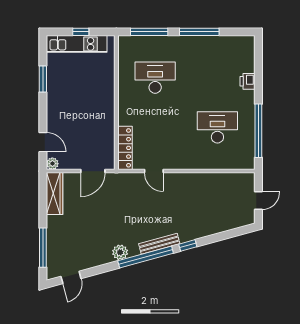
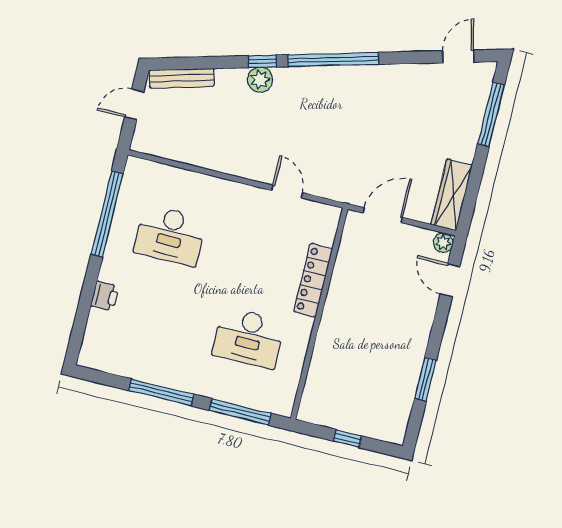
kitchen unit: (77, 44) -> (359, 421), removed
locker: (125, 148) -> (313, 280), moved
bench: (159, 244) -> (182, 78), moved
plant: (120, 252) -> (260, 80), moved

